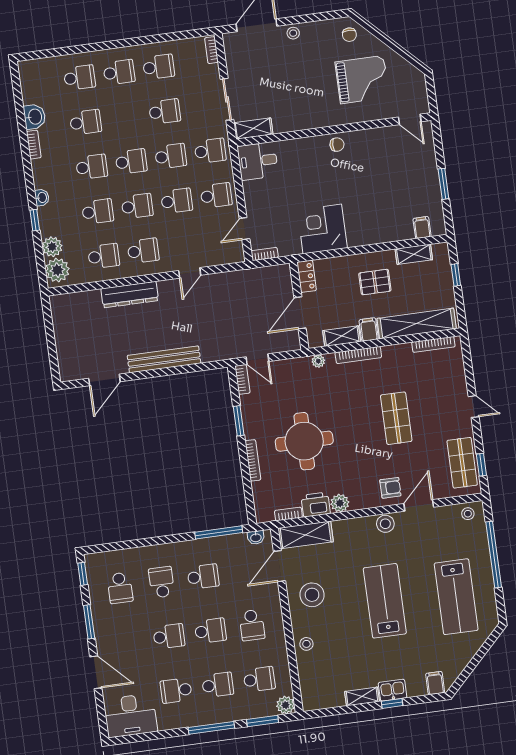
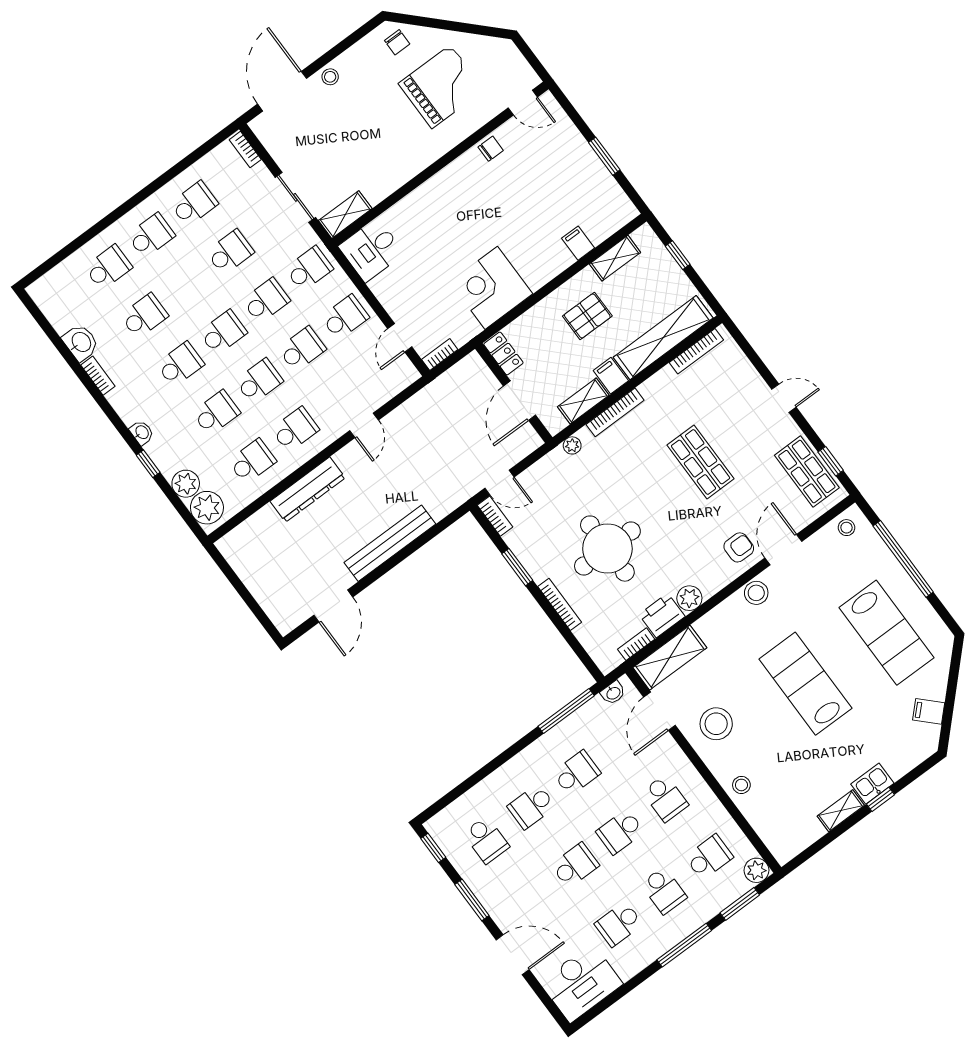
chair: (337, 145) -> (491, 149), moved
filing cabinet: (422, 228) -> (578, 243), moved
school desk: (162, 582) -> (531, 806), turned -90
school desk: (210, 631) -> (620, 832), turned 180
filing cabinet: (435, 683) -> (929, 711), moved, turned -45
school desk: (218, 685) -> (664, 891), turned 90

